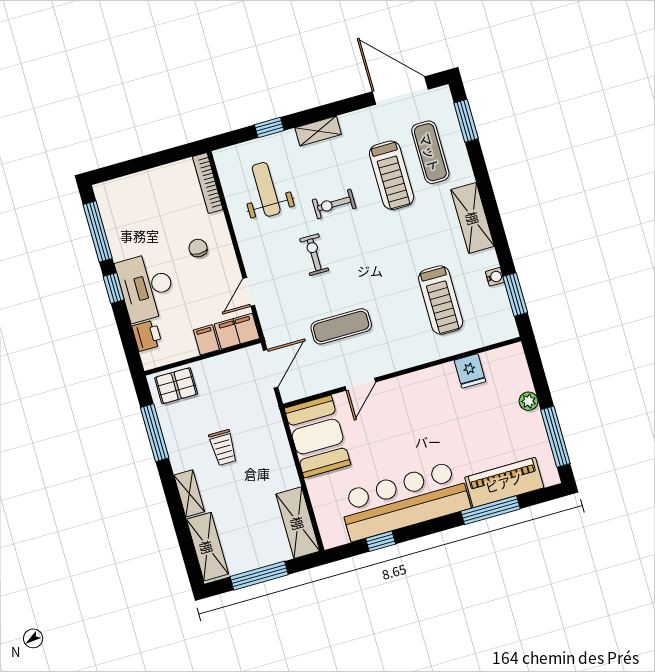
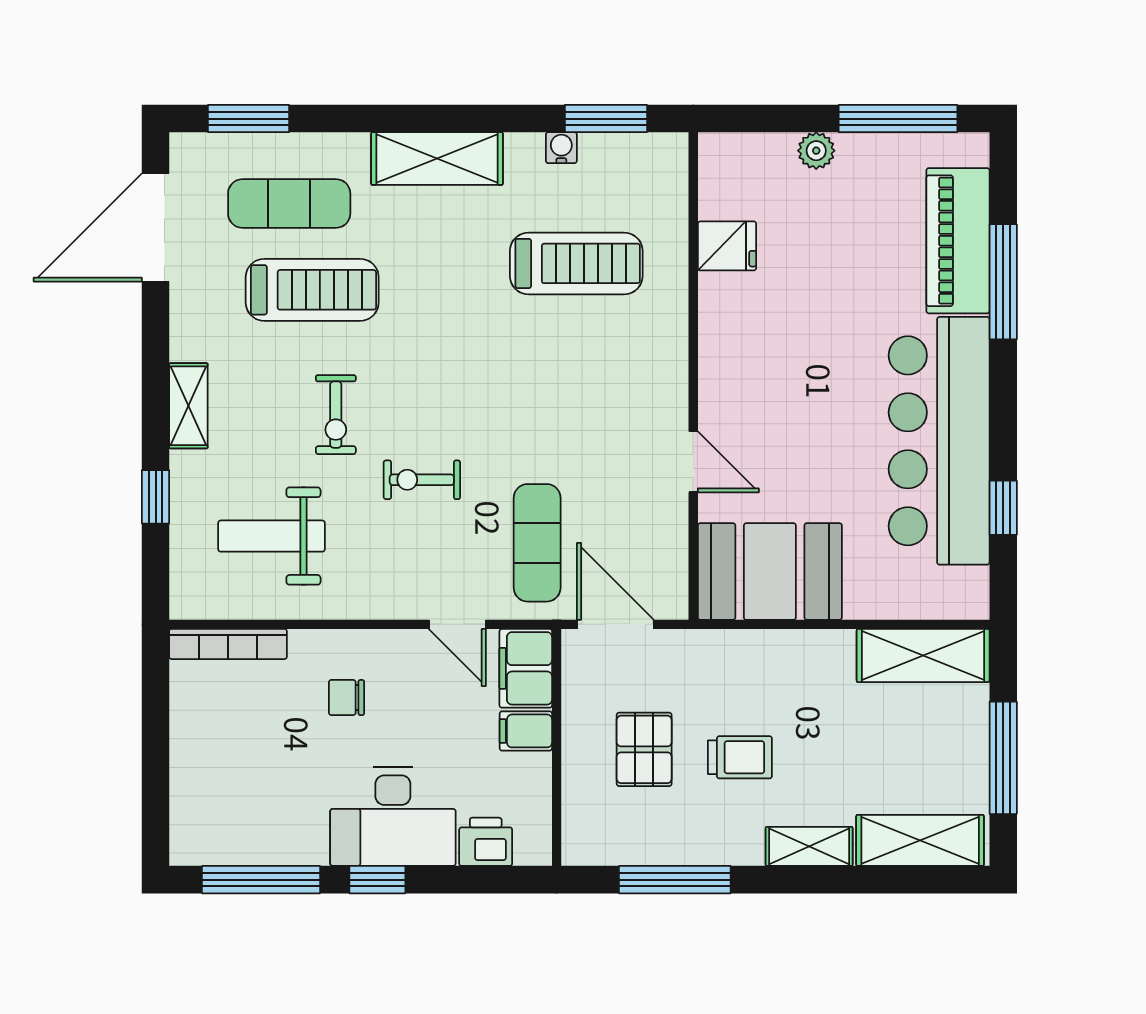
exercise mat: (341, 326) -> (537, 543), moved
pallet: (176, 386) -> (644, 749), moved

